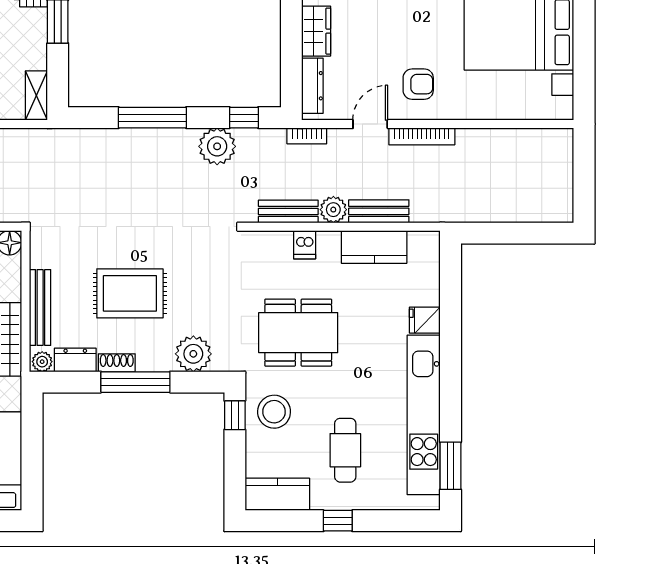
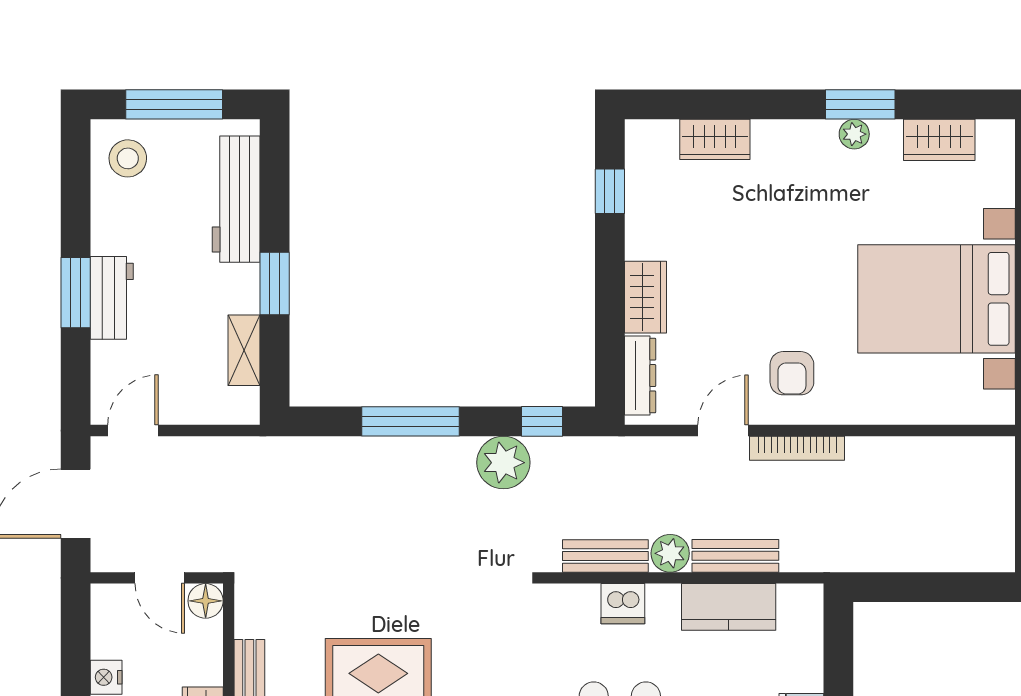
armchair: (418, 84) -> (792, 373), turned 90
shelving: (36, 96) -> (244, 350), moved
bookcase: (307, 136) -> (632, 447), removed
dishwasher: (305, 245) -> (623, 604), width x1.38

